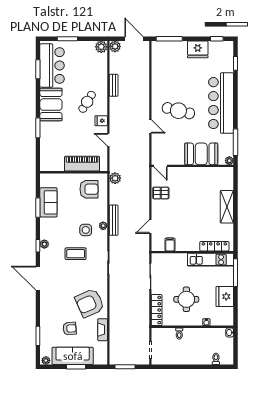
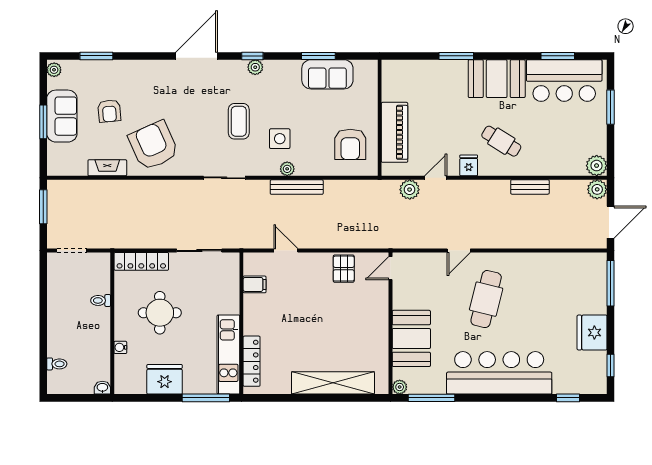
plant: (115, 178) -> (410, 190), moved
shelving: (227, 207) -> (333, 383), width x1.47
sofa: (73, 356) -> (62, 116), width x0.73

